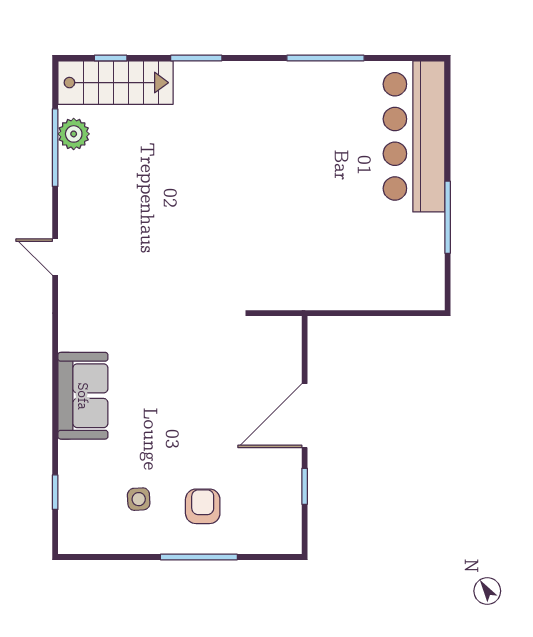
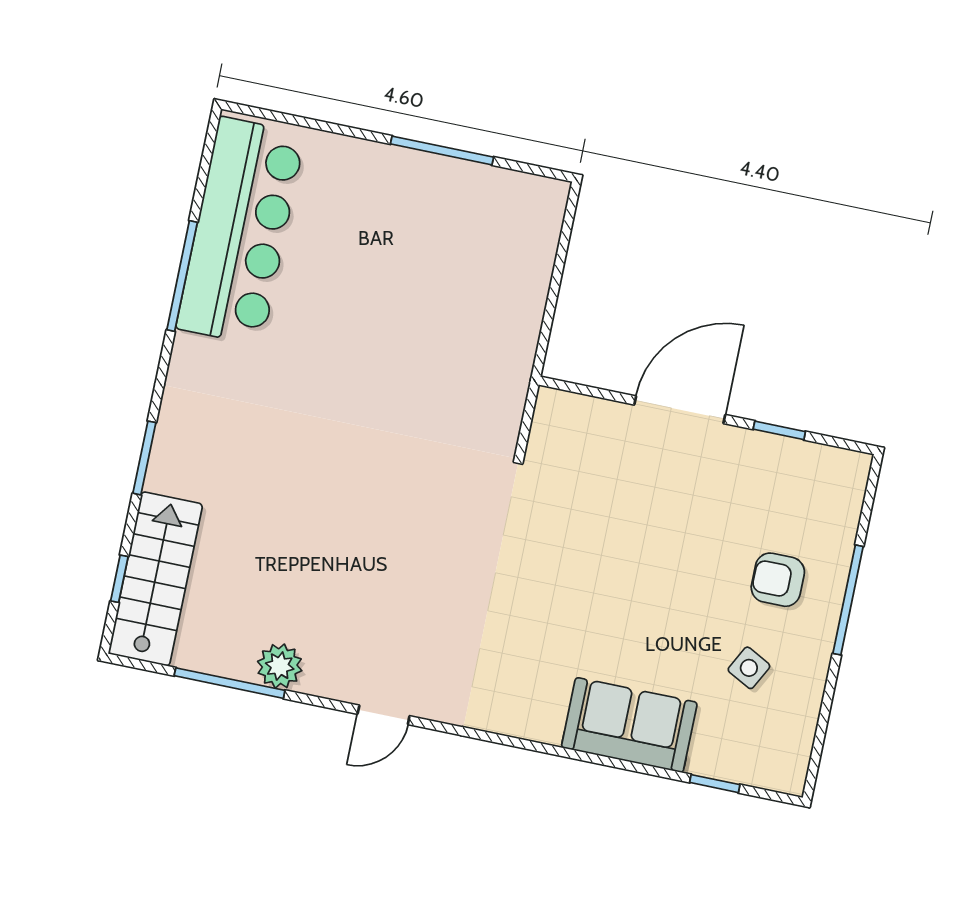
plant: (74, 134) -> (280, 666), moved
bar counter: (414, 136) -> (241, 231), moved, turned -90
sofa: (83, 396) -> (629, 725), moved
door: (305, 416) -> (680, 410), swing flipped
side table: (139, 499) -> (749, 668), turned 31

